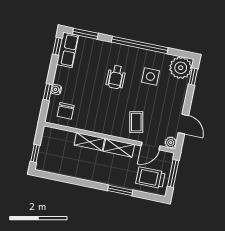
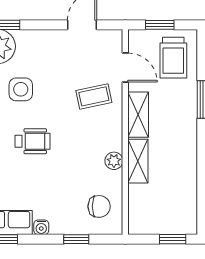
water cooler: (56, 90) -> (41, 227), moved
plant: (171, 143) -> (114, 161), moved
window: (173, 173) -> (160, 25), width x0.67

